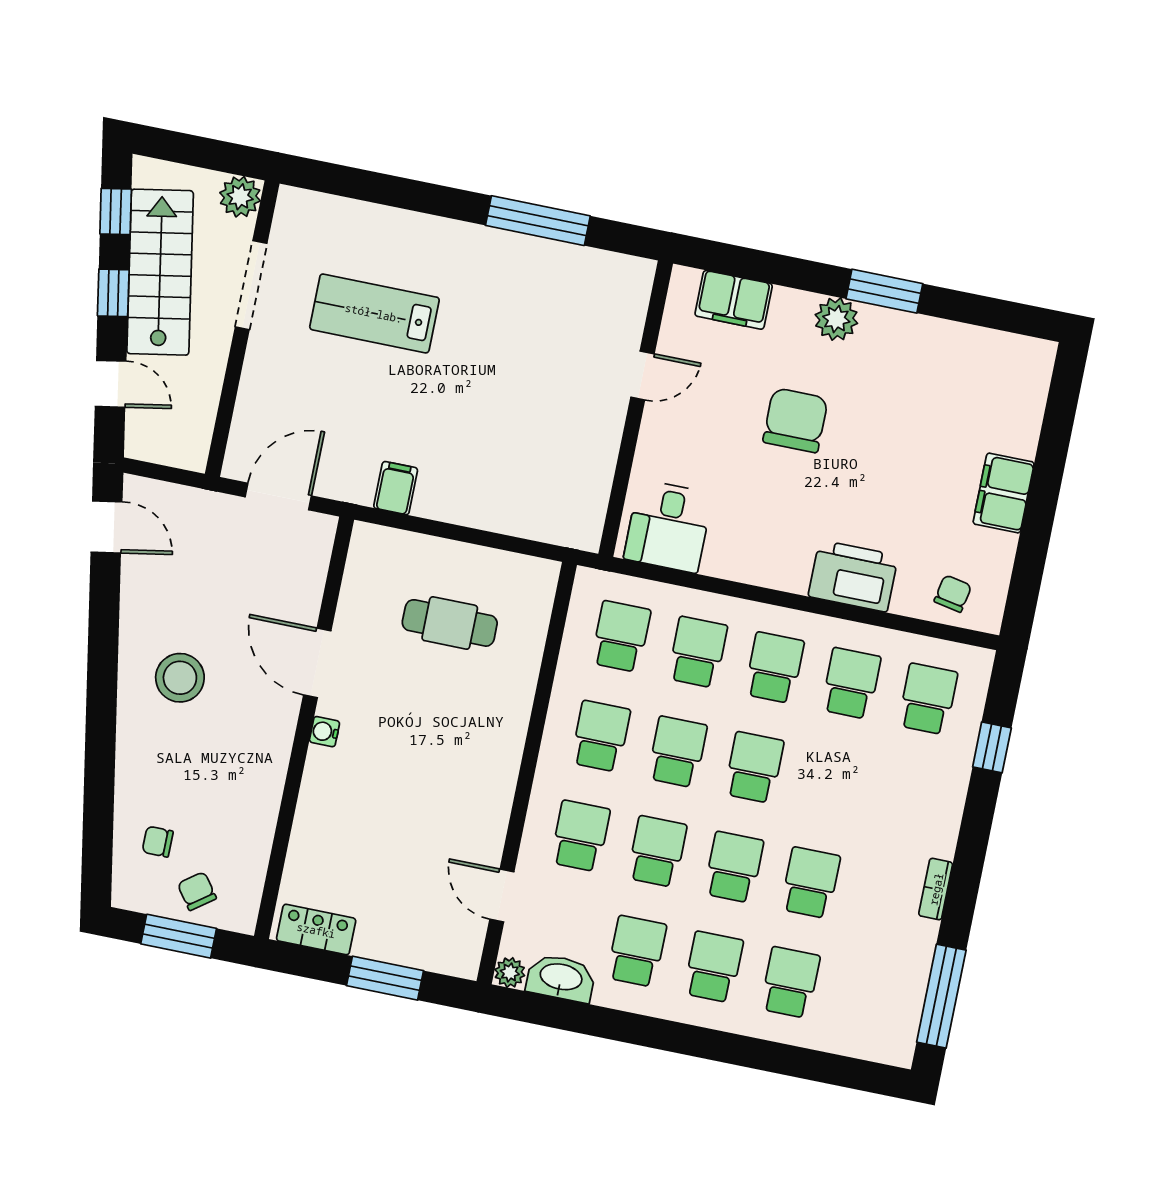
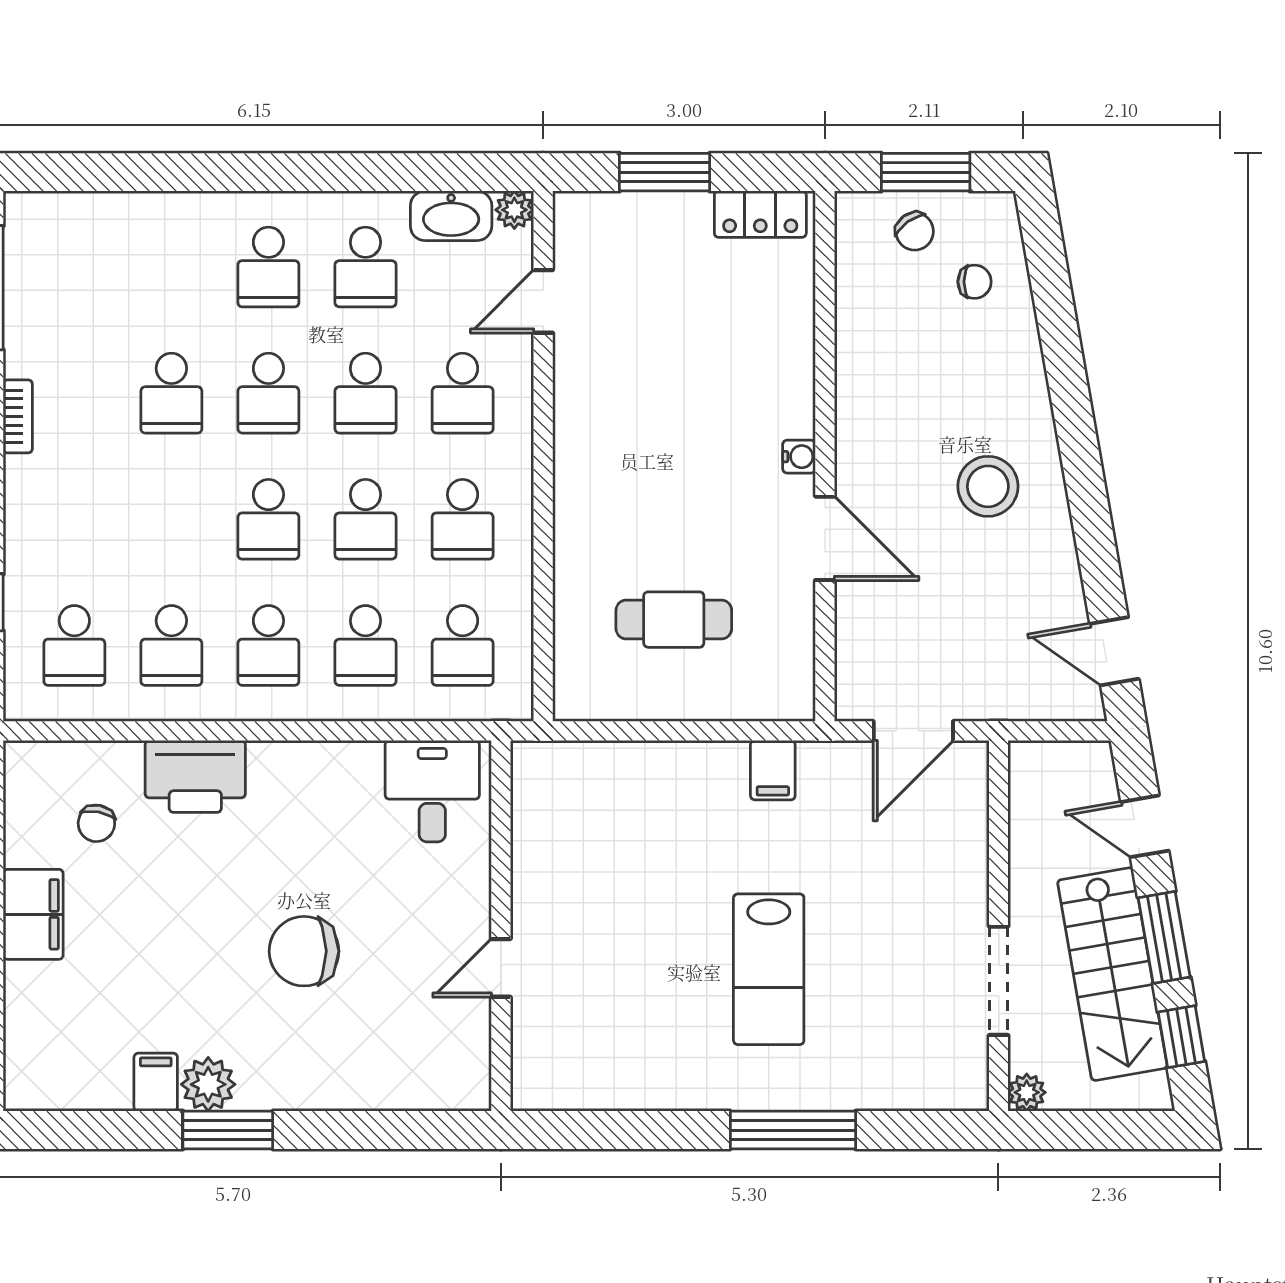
plant: (240, 197) -> (1027, 1092), width x0.73, depth x0.73
window: (538, 221) -> (793, 1130), moved
window: (113, 293) -> (1164, 937), width x1.50
filing cabinet: (734, 300) -> (156, 1082), moved, width x0.50
lab bench: (374, 313) -> (769, 969), moved, turned 90
plant: (836, 319) -> (208, 1084), moved
chair: (795, 420) -> (304, 951), turned 90
chair: (953, 594) -> (96, 823), moved
door: (502, 895) -> (543, 301), swing flipped
school desk: (790, 982) -> (171, 267), removed

